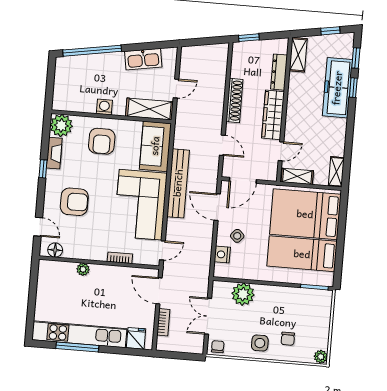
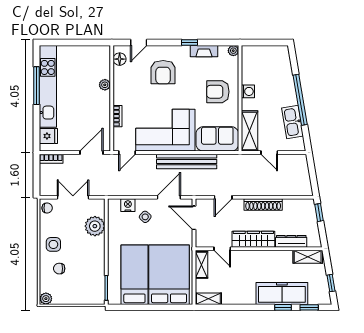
window: (92, 51) -> (300, 100), moved
plant: (61, 125) -> (233, 51), width x0.53, depth x0.53
door: (162, 250) -> (127, 153), hinge flipped
bookcase: (163, 322) -> (51, 159), moved

